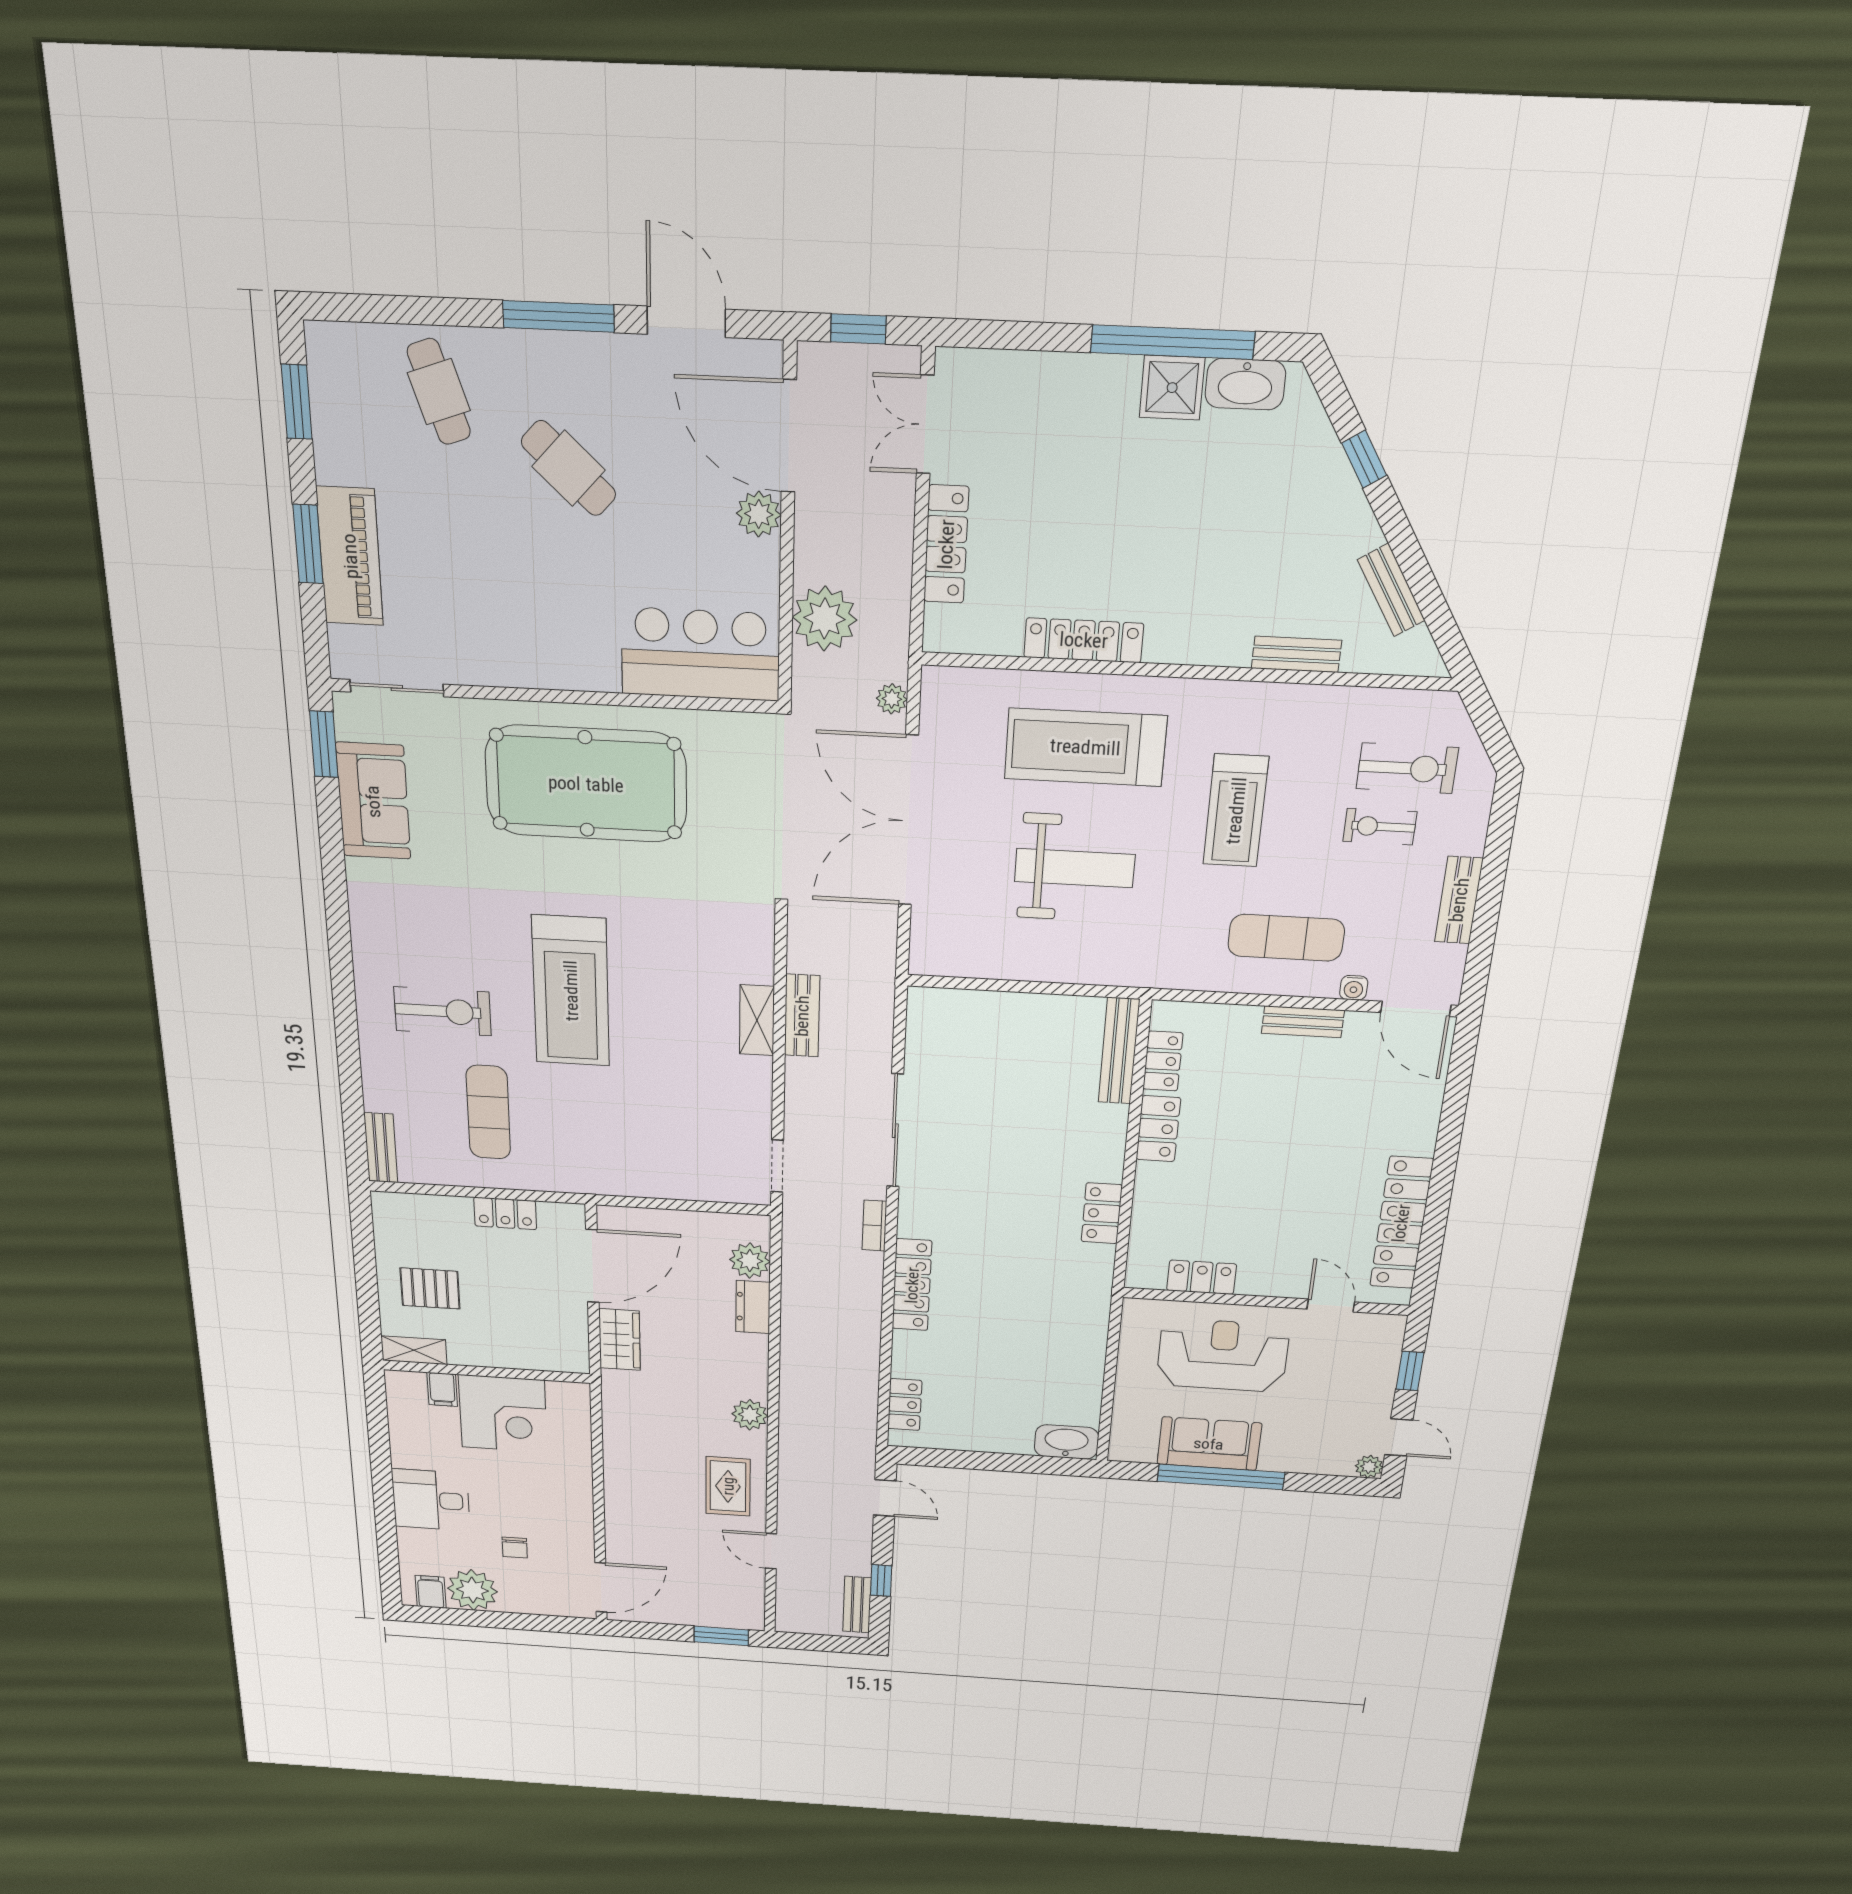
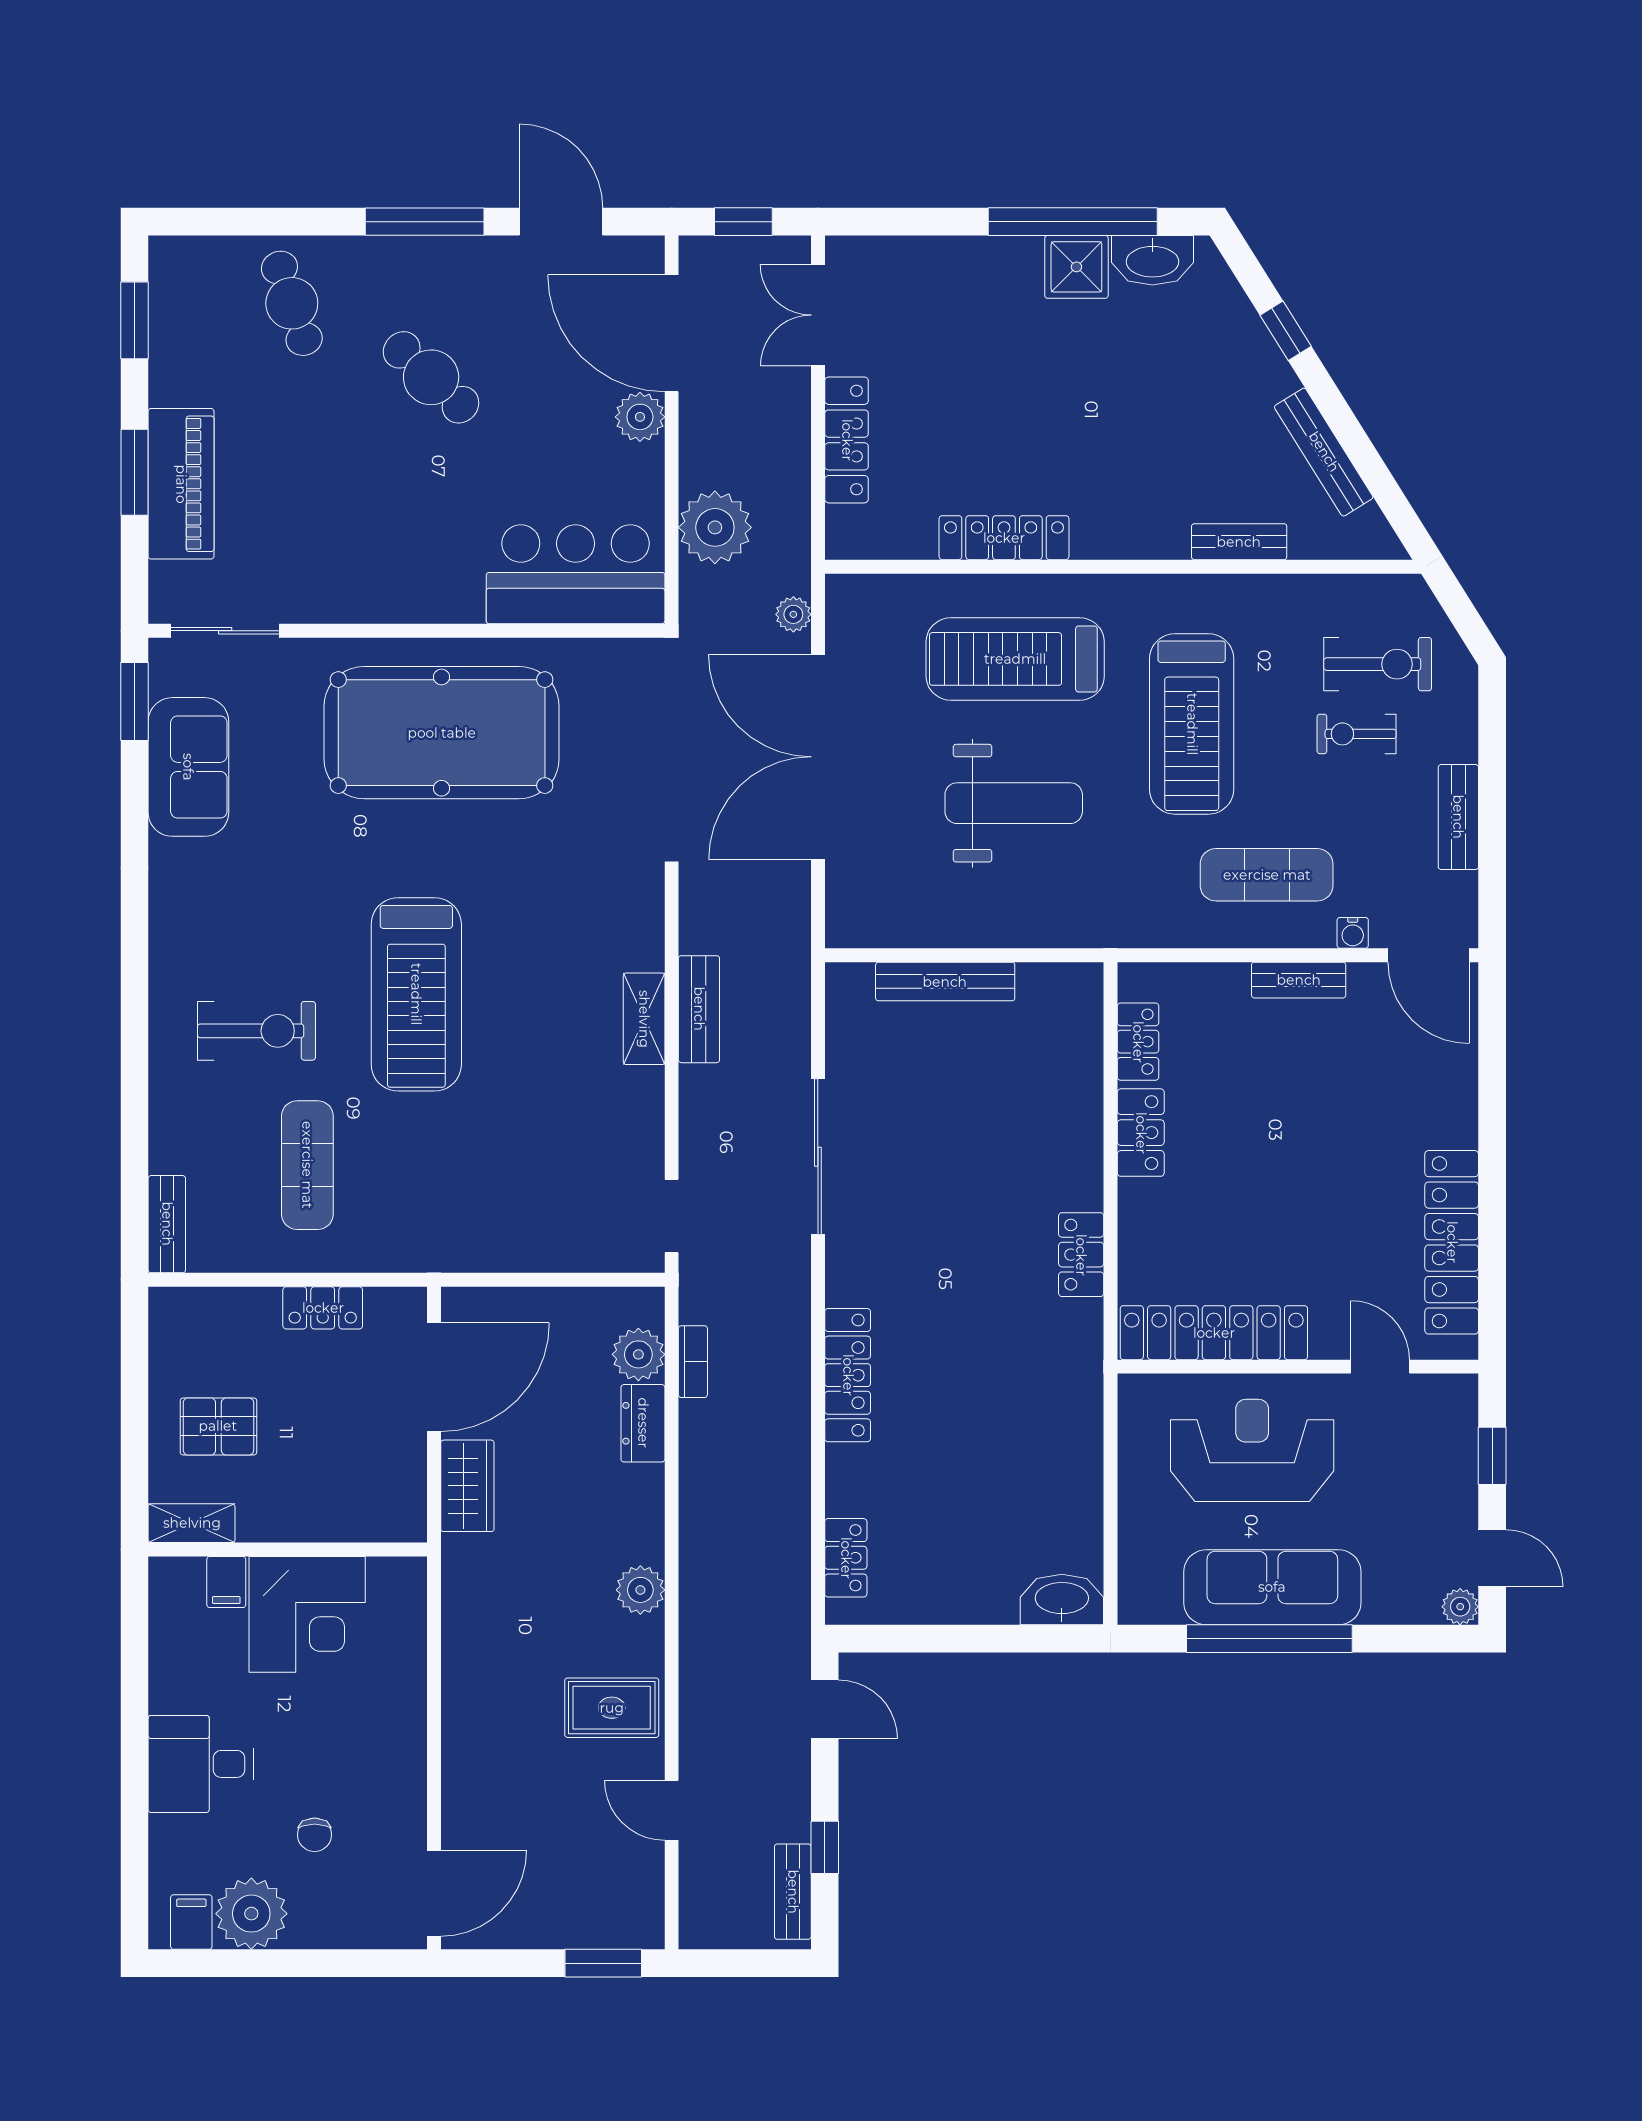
bench: (1391, 590) -> (1324, 452), width x1.36
treadmill: (1236, 811) -> (1192, 724), width x1.37, depth x1.38
bench: (1119, 1051) -> (945, 982), moved, turned 90
bookcase: (874, 1226) -> (693, 1362), moved, turned 180
locker: (1202, 1277) -> (1214, 1333), width x2.16, depth x1.21
sofa: (1209, 1444) -> (1272, 1587), width x1.36
rug: (728, 1486) -> (612, 1708), turned 90

